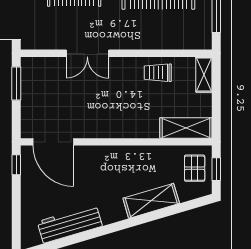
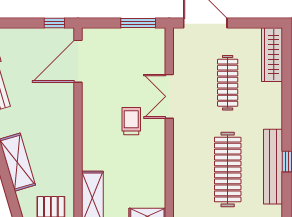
trolley: (158, 73) -> (131, 121), moved

